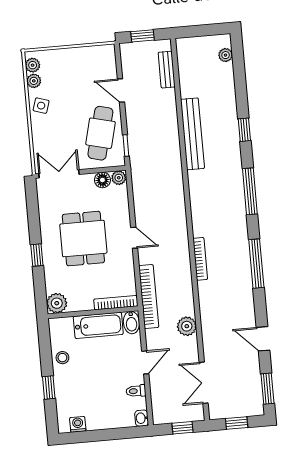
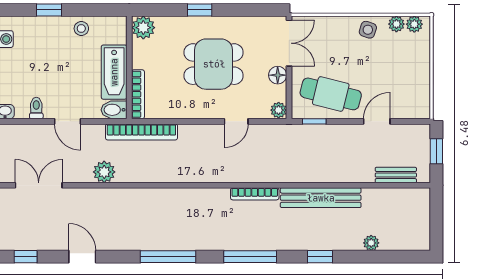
plant: (226, 55) -> (371, 243), moved
floor lamp: (102, 180) -> (278, 75), moved
door: (134, 238) -> (236, 121), moved
bookcase: (200, 259) -> (255, 194), moved
door: (263, 339) -> (82, 257), hinge flipped
window: (268, 389) -> (26, 257), width x0.67

